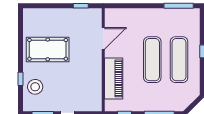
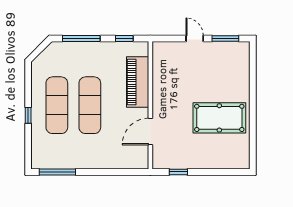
window: (21, 79) -> (253, 81), removed
stool: (35, 87) -> (235, 72), removed

